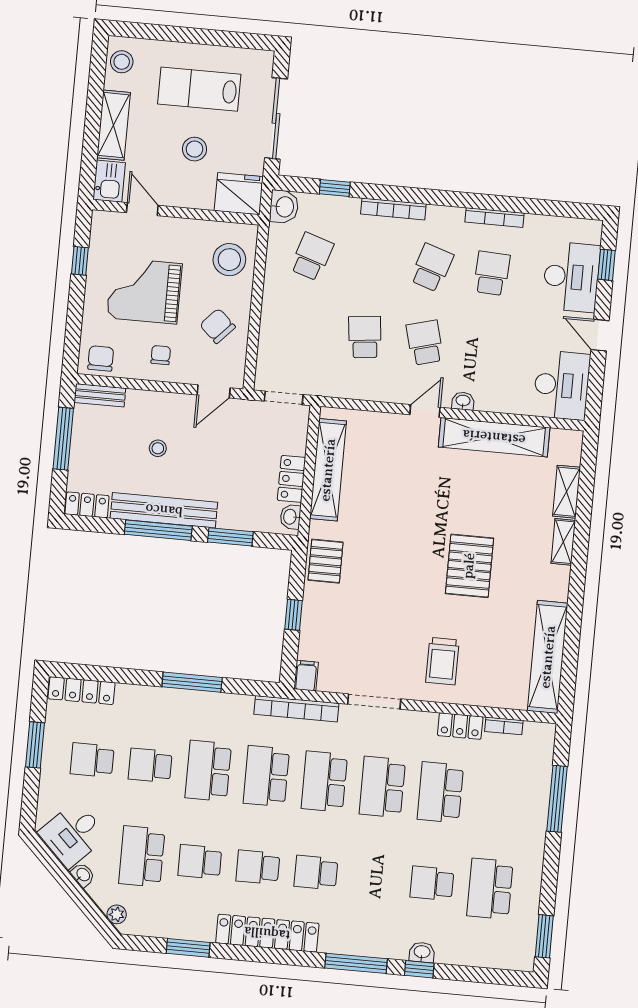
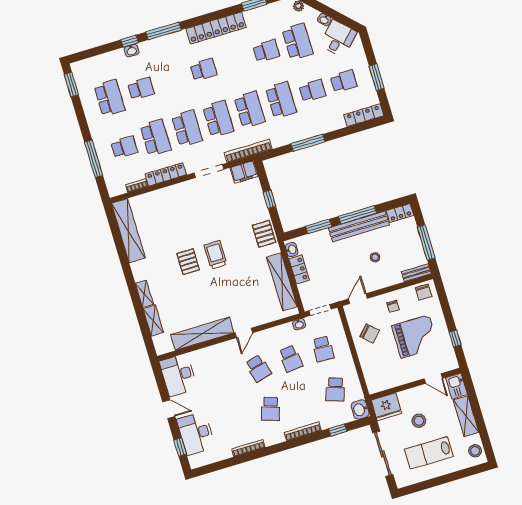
lab bench: (199, 89) -> (429, 453), turned 180
stool: (229, 260) -> (377, 371), removed
school desk: (492, 273) -> (323, 349), moved
washbasin: (463, 401) -> (299, 324), moved
pallet: (469, 566) -> (188, 262), width x0.67, depth x0.71
trolley: (442, 661) -> (215, 255), moved
filing cabinet: (306, 676) -> (244, 172), width x2.00
locker: (460, 726) -> (166, 174), width x1.53
school desk: (258, 867) -> (124, 147), moved

